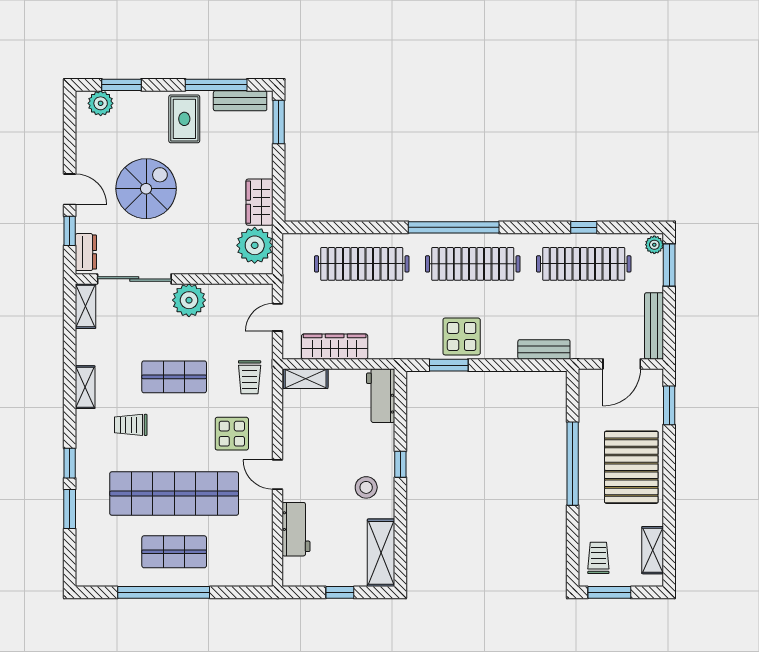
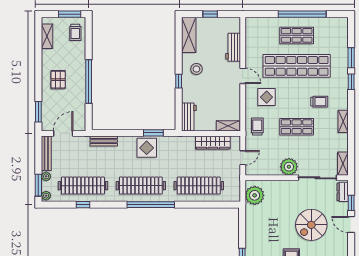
wardrobe: (259, 202) -> (252, 218), removed
plant: (654, 282) -> (46, 176), added
pallet: (631, 467) -> (58, 80), width x0.49, depth x0.50

